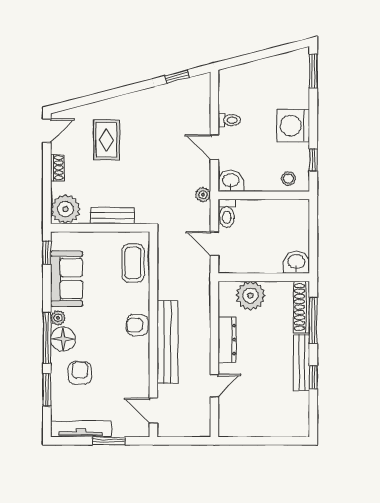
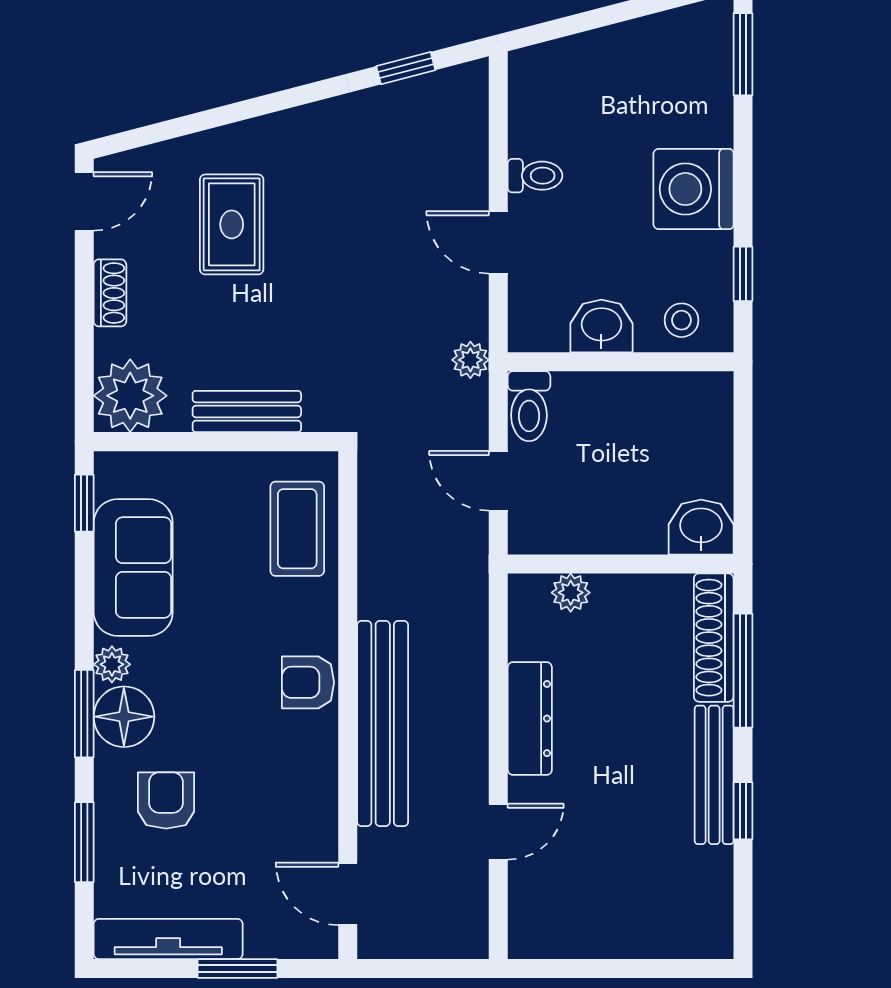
washbasin: (231, 181) -> (601, 326), moved
plant: (250, 296) -> (571, 593), width x0.53, depth x0.53
window: (47, 338) -> (84, 714), width x0.69

